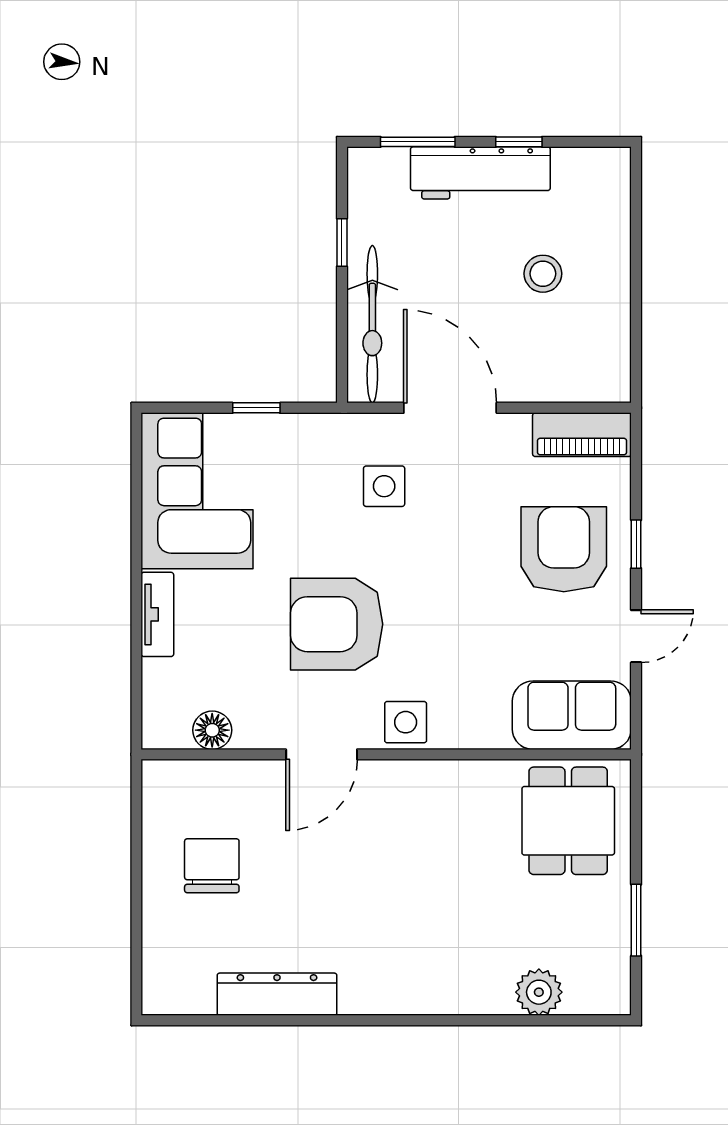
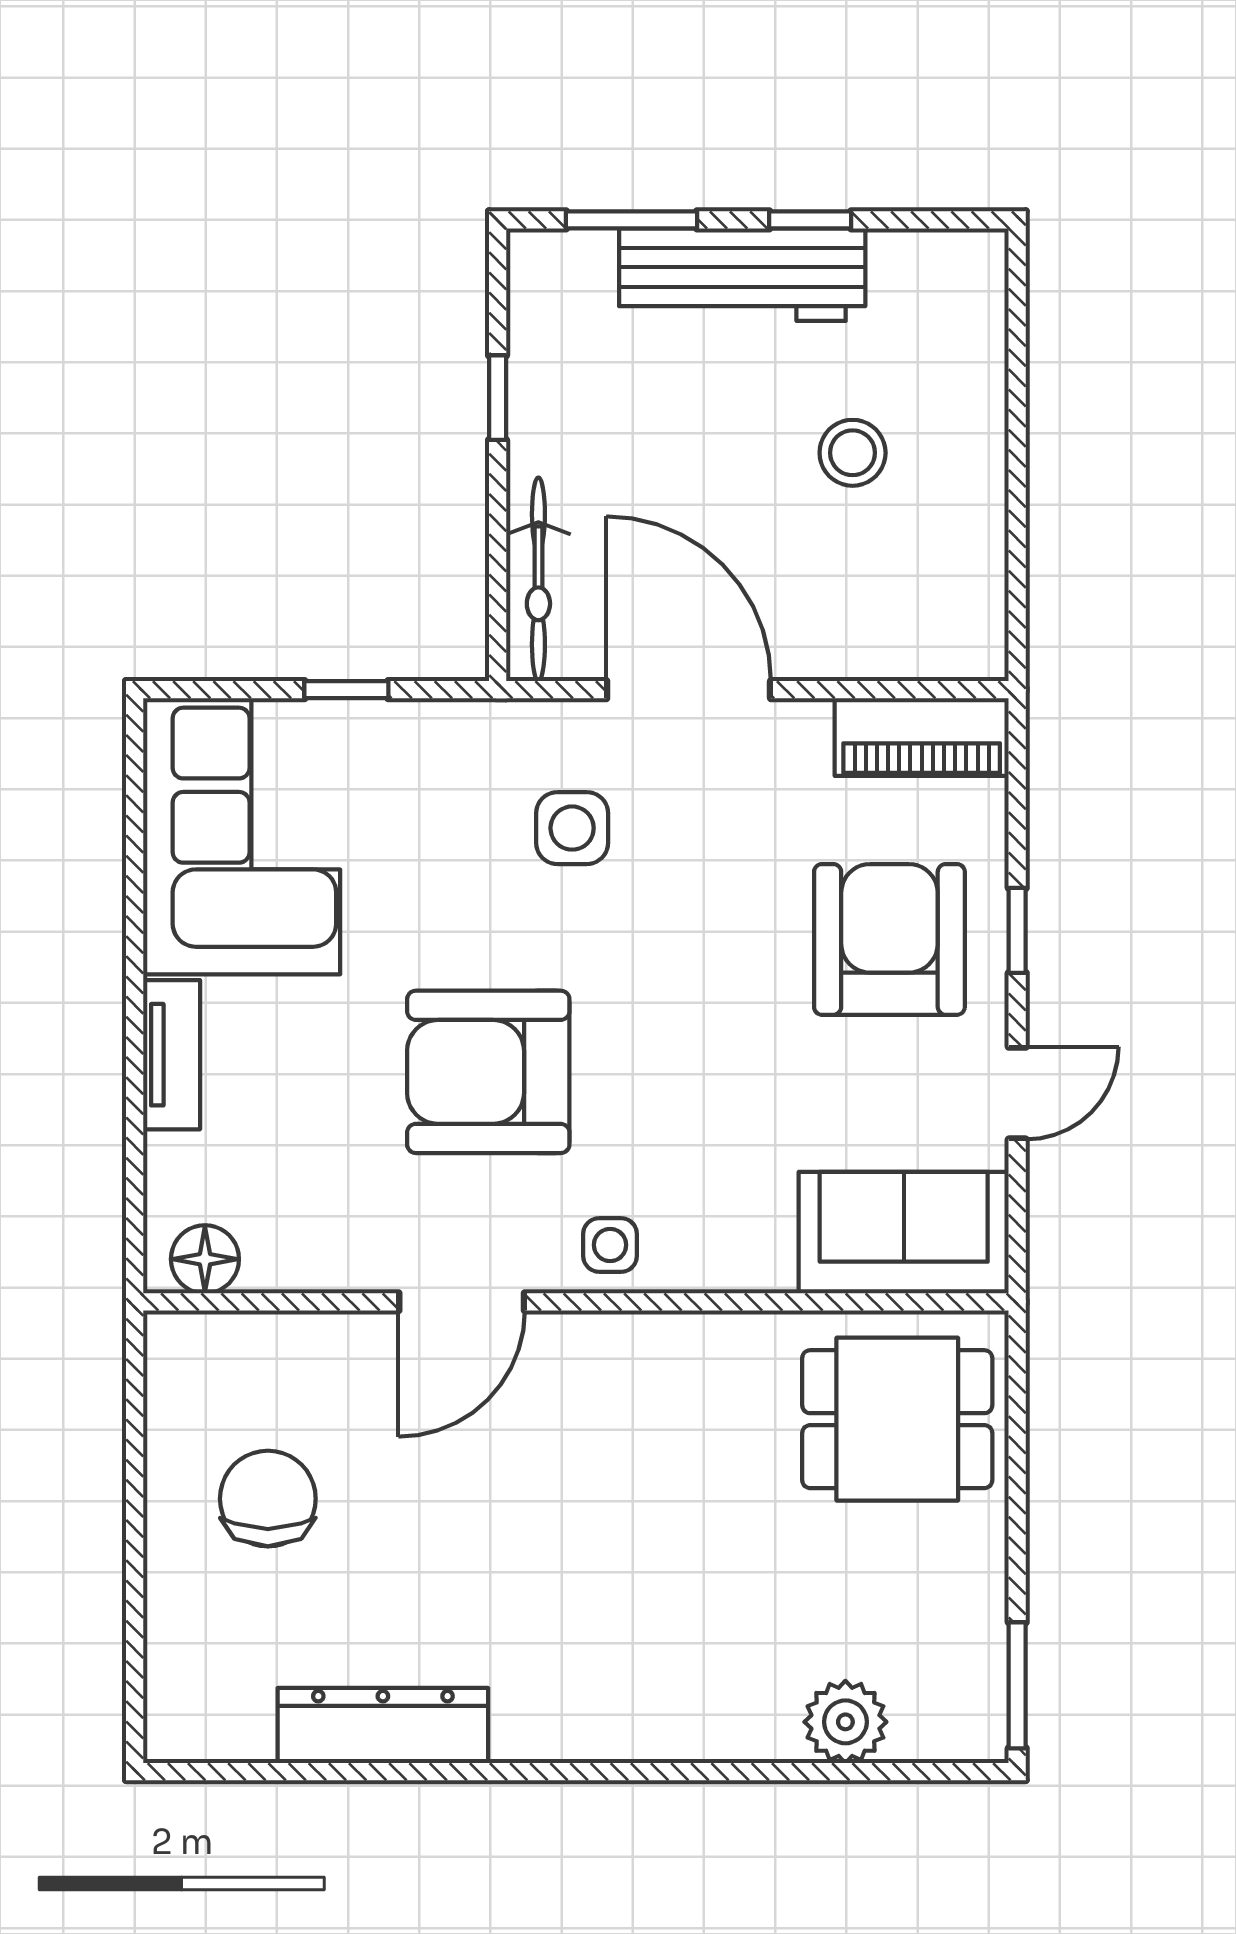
bicycle: (372, 324) -> (538, 579), width x0.73, depth x0.71
side table: (406, 722) -> (610, 1245), width x0.73, depth x0.73
floor lamp: (212, 730) -> (205, 1259), moved
dining table: (568, 821) -> (897, 1419), turned 90
window: (636, 920) -> (1017, 1685), moved

